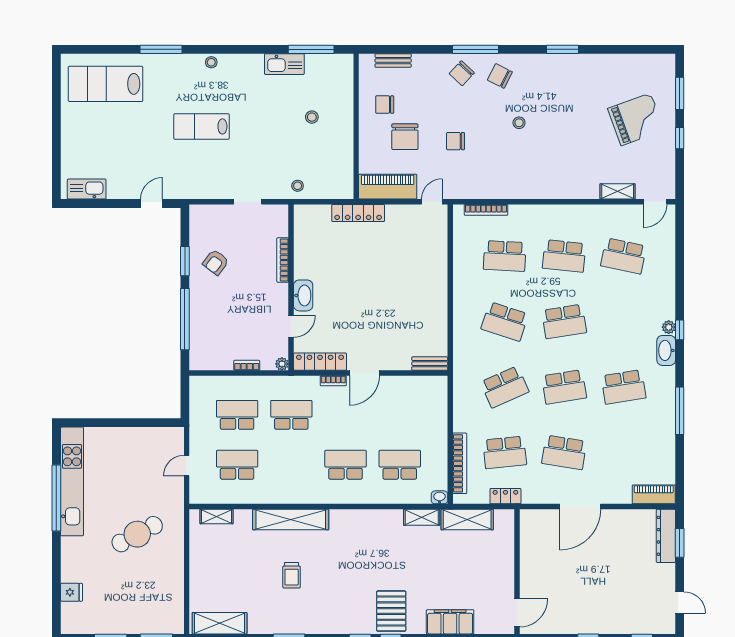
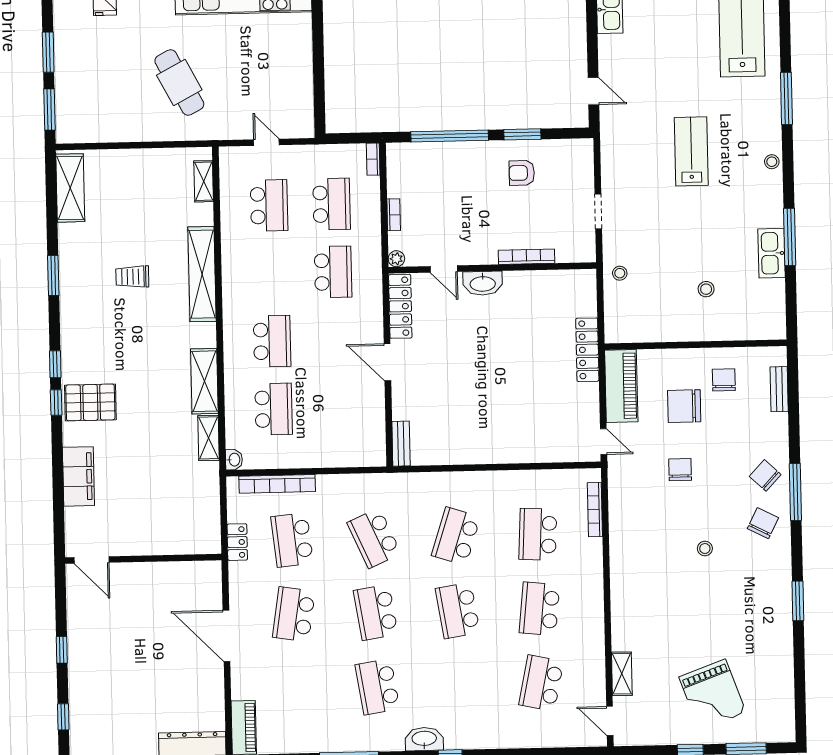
window: (311, 49) -> (790, 237), moved
armchair: (216, 262) -> (522, 173), turned -37
plant: (669, 327) -> (453, 741), removed
bookcase: (333, 381) -> (373, 159), moved
shelving: (467, 520) -> (204, 381), moved

